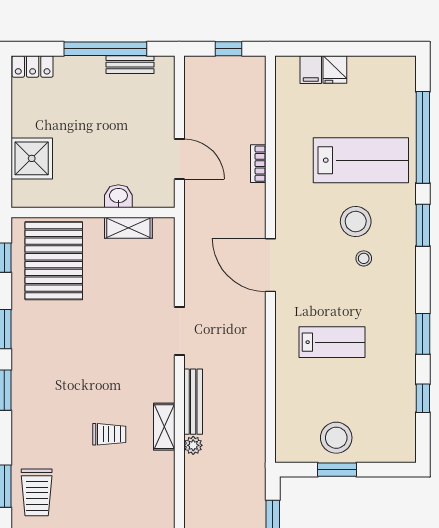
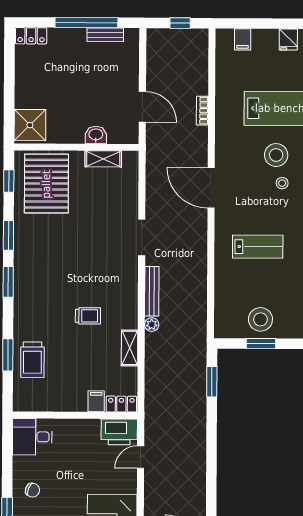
fridge: (335, 69) -> (288, 39), moved
shower: (32, 158) -> (30, 125), moved
shelving: (164, 427) -> (130, 348), moved

